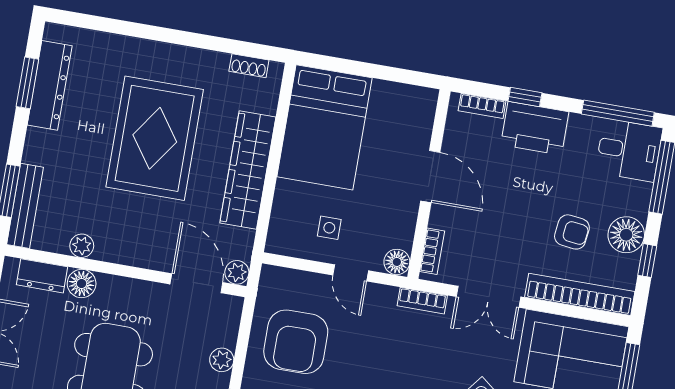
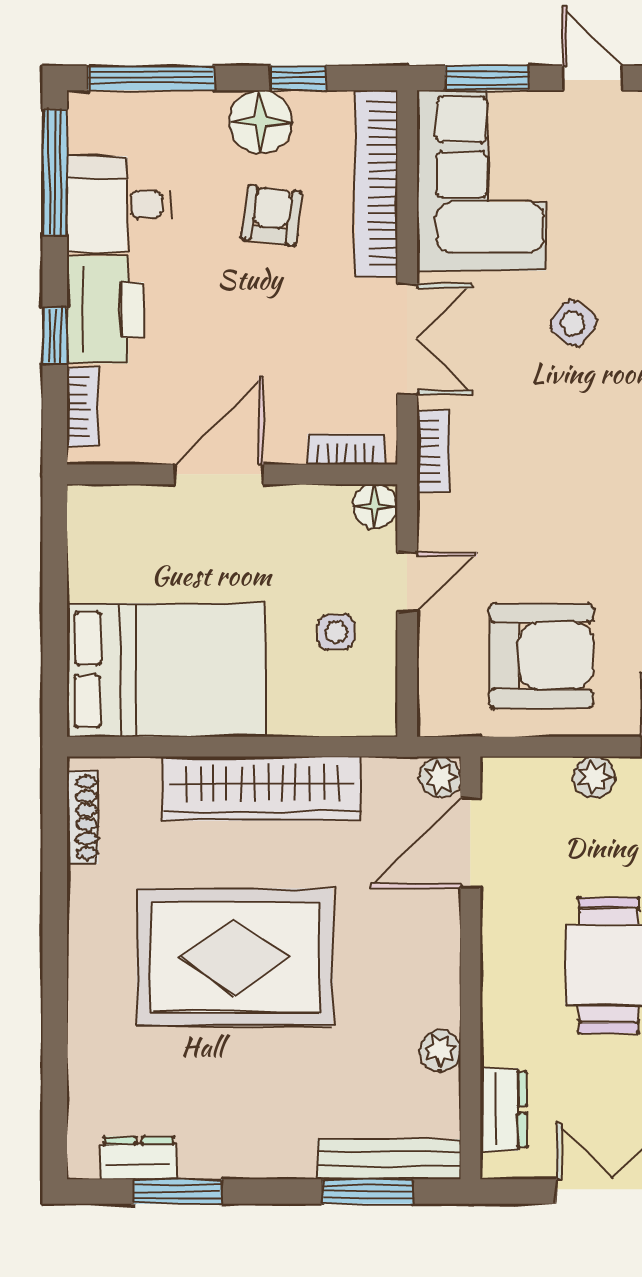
shoe rack: (249, 66) -> (83, 817), width x1.43
dresser: (50, 85) -> (139, 1158), width x0.51, depth x0.80
desk: (629, 150) -> (119, 204), moved, turned -90
floor lamp: (82, 284) -> (505, 1040), removed

